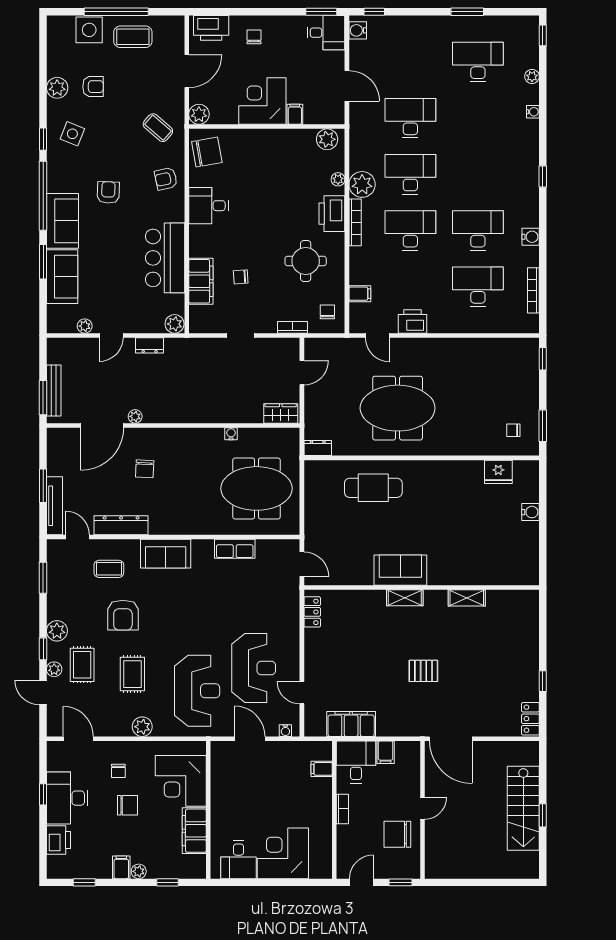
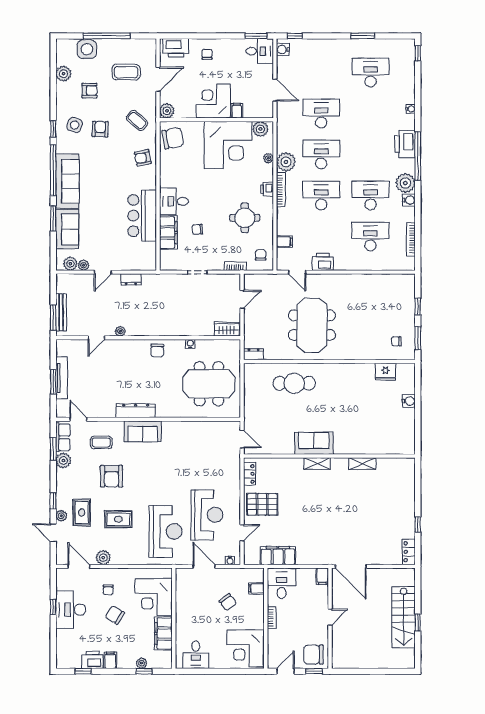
coffee table: (133, 37) -> (126, 72), moved
plant: (532, 76) -> (405, 183), moved, width x1.88, depth x1.88
plant: (57, 88) -> (63, 74), moved
printer: (525, 160) -> (405, 144), added
corner desk: (283, 161) -> (228, 145), added
window: (543, 177) -> (418, 156), width x3.17
armchair: (108, 192) -> (100, 129), moved
desk: (209, 206) -> (174, 201), moved
printer: (332, 214) -> (267, 189), width x0.53, depth x0.68
sofa: (63, 221) -> (67, 181), width x1.36
plant: (175, 324) -> (70, 264), moved
window: (543, 359) -> (418, 307), moved
meeting table: (398, 408) -> (312, 325), turned 90
door: (102, 425) -> (96, 338), width x0.53
chair: (145, 469) -> (157, 351), moved
tv unit: (54, 506) -> (62, 378), moved
dresser: (121, 525) -> (136, 411), moved
row of seats: (235, 549) -> (63, 437), moved, turned -90
plant: (57, 631) -> (63, 461), moved
pallet: (423, 671) -> (262, 504), moved, width x1.50, depth x1.42
rug: (132, 674) -> (118, 519), turned 90
door: (302, 693) -> (242, 533), swing flipped
plant: (142, 727) -> (103, 558), moved
filing cabinet: (386, 752) -> (322, 576), moved
chair: (282, 788) -> (228, 602), added
chair: (128, 805) -> (115, 615), turned -148
chair: (397, 834) -> (313, 655), moved
printer: (59, 840) -> (92, 660), moved, turned -90
corner desk: (283, 853) -> (246, 648), moved, turned -90
plant: (139, 871) -> (142, 663), moved

